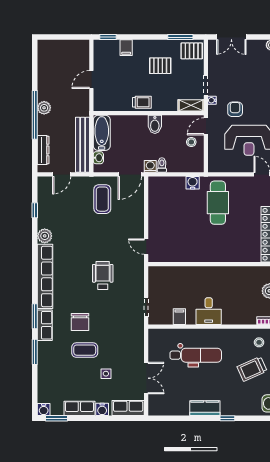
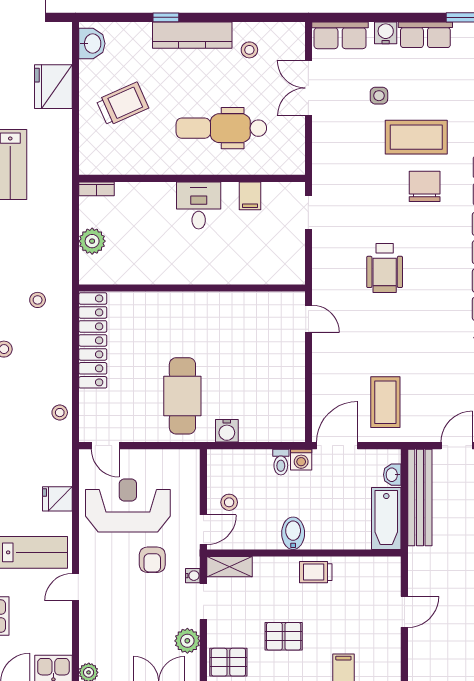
plant: (215, 63) -> (187, 641), added
stool: (259, 342) -> (249, 50), moved
coffee table: (85, 350) -> (416, 137), width x1.36, depth x1.32
kitchen counter: (205, 408) -> (192, 35), width x1.50

